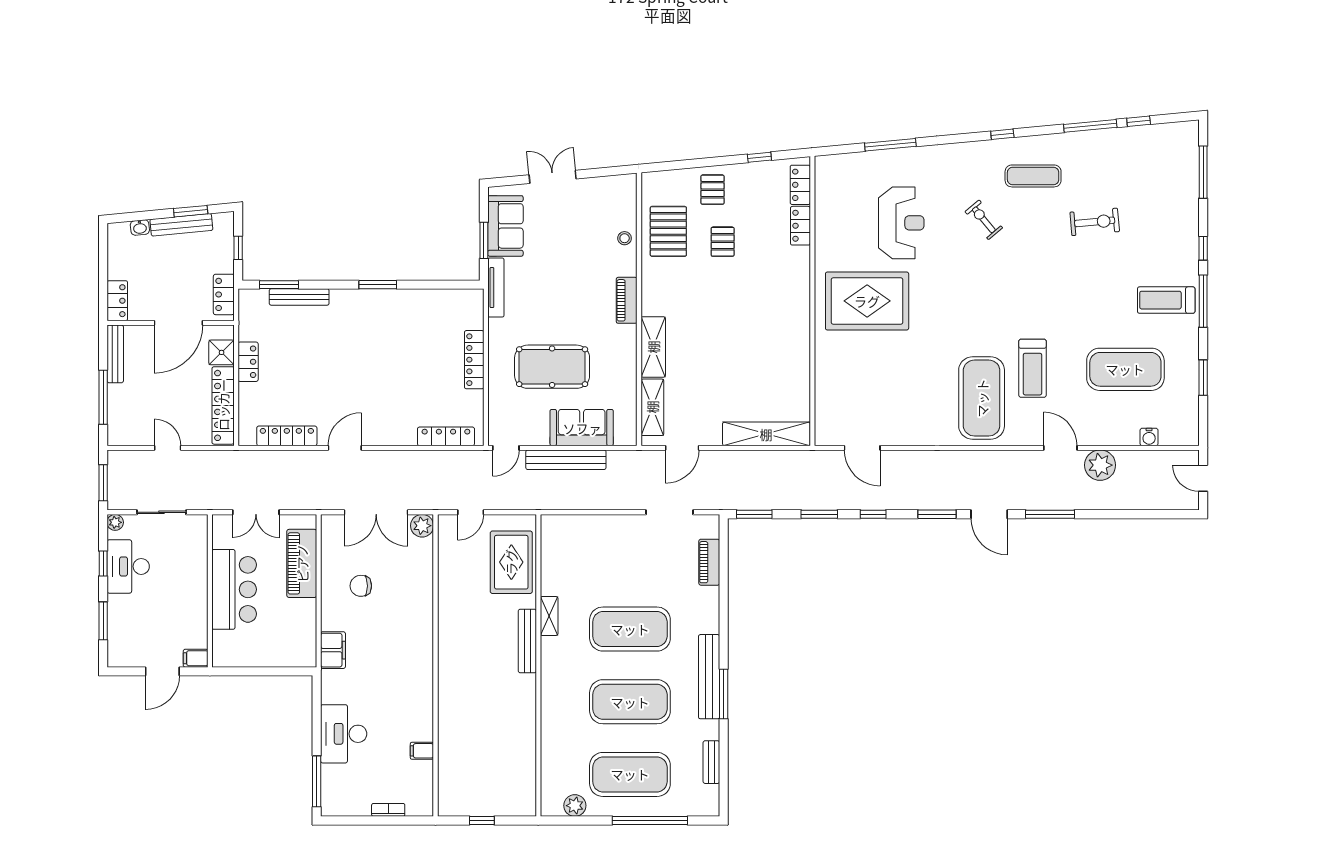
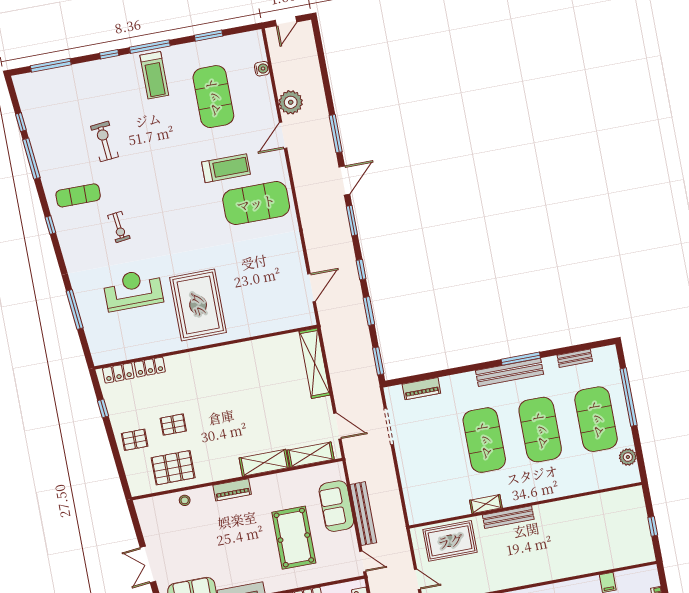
exercise mat: (1033, 176) -> (78, 195), turned 90
exercise bike: (984, 220) -> (119, 227), turned -57

